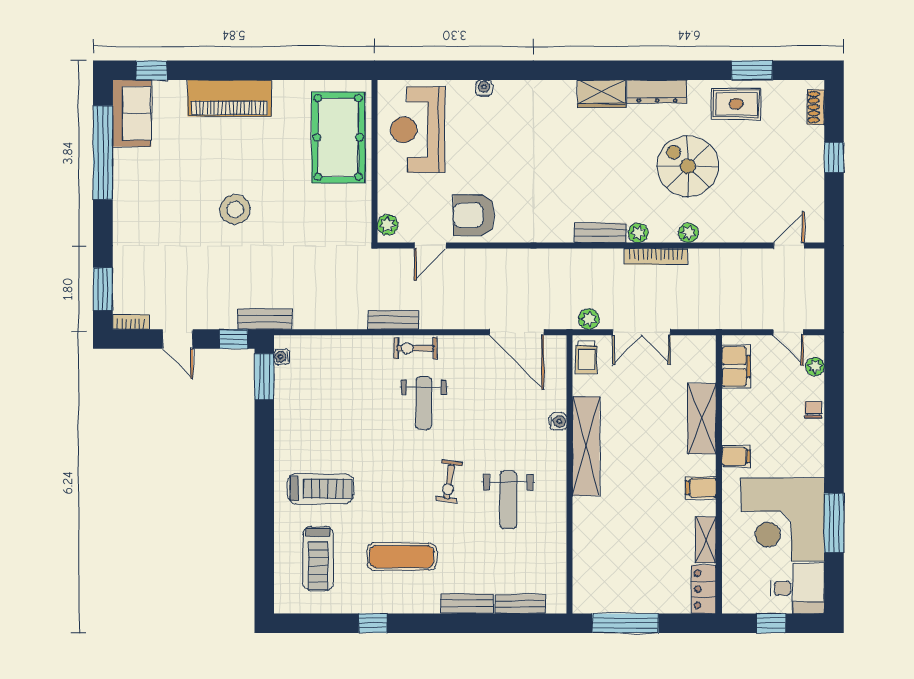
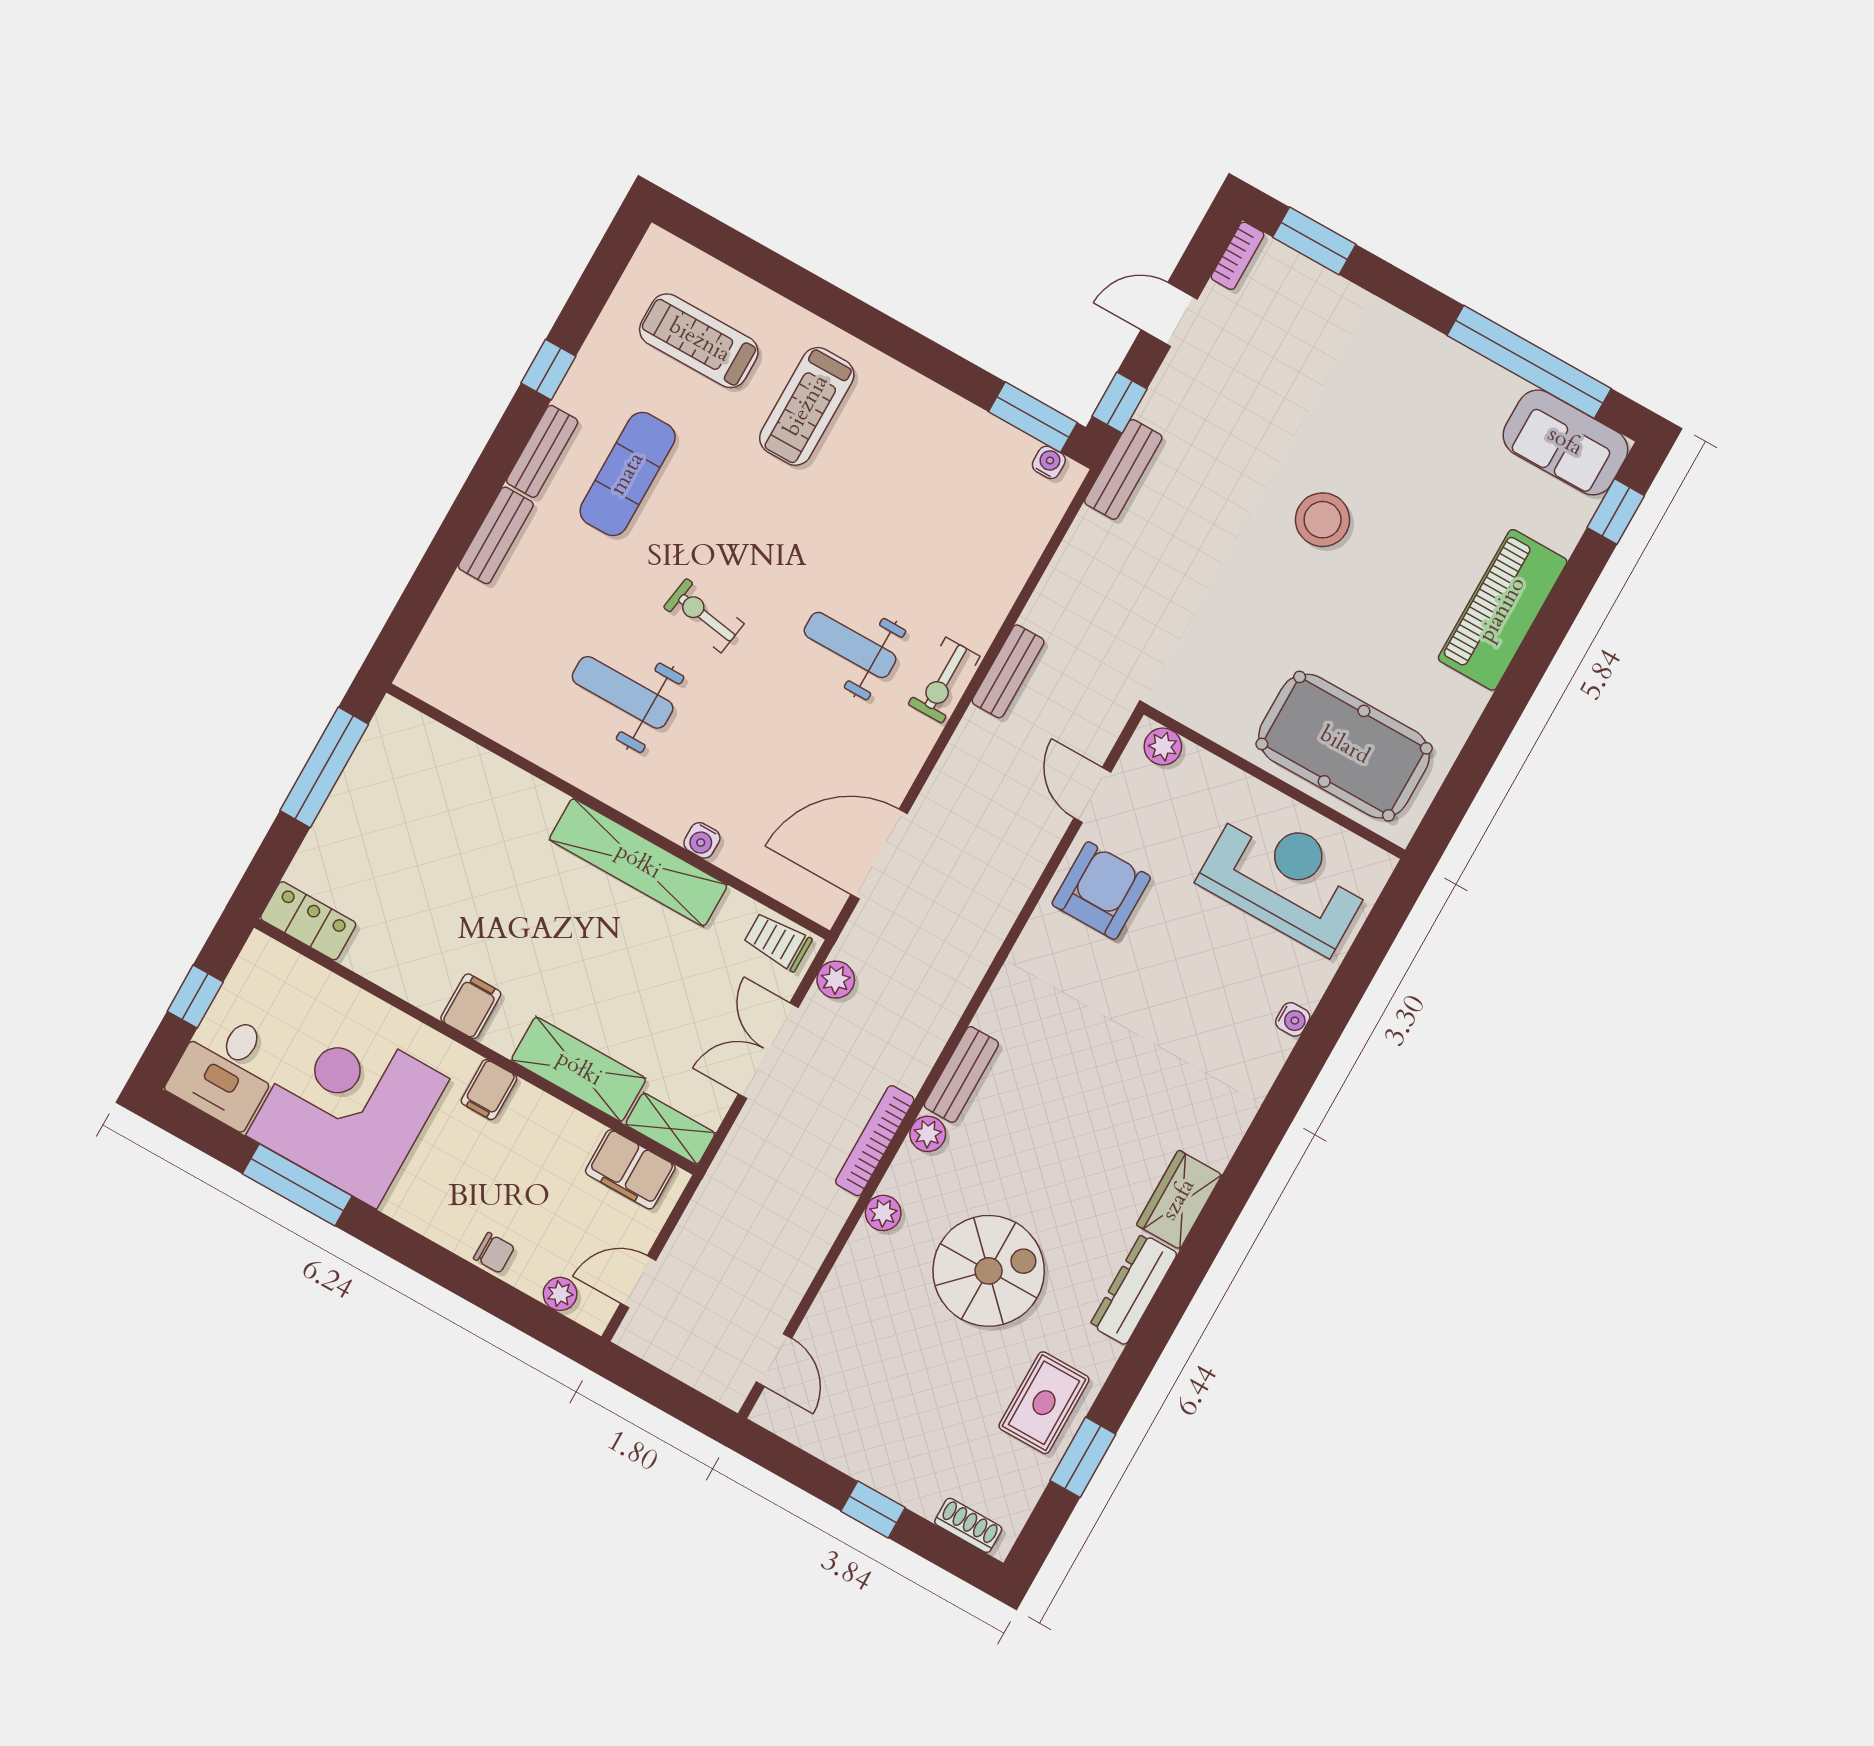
exercise bike: (415, 348) -> (944, 680), turned 180
shelving: (706, 540) -> (670, 1129), moved
bench: (520, 604) -> (542, 451), moved

